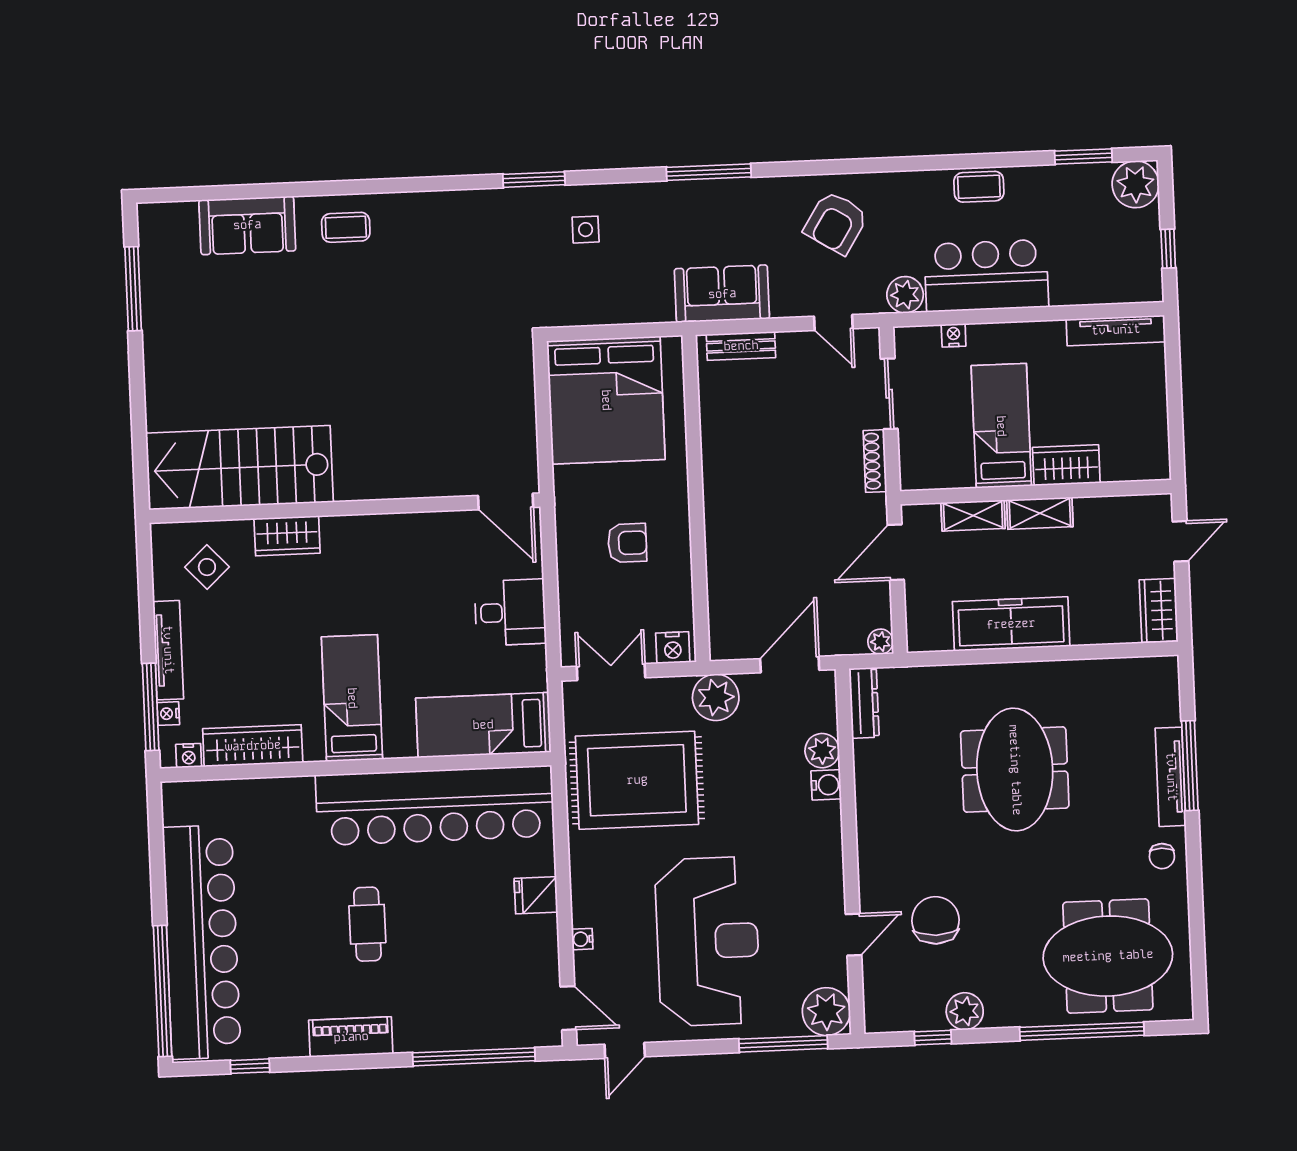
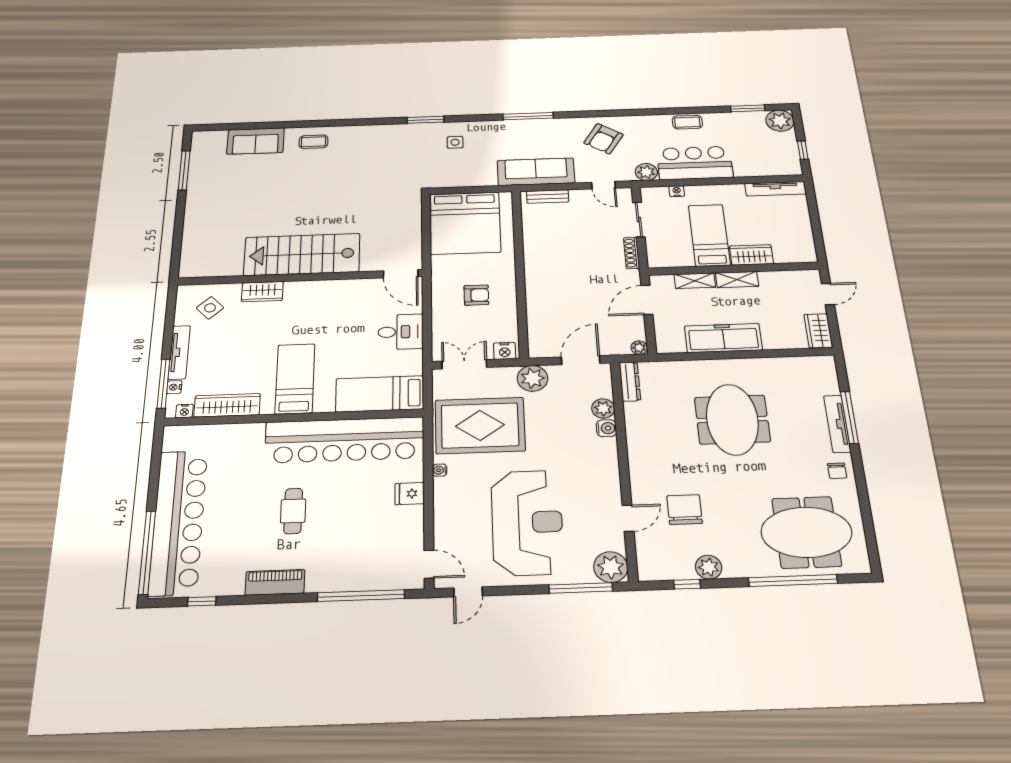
sofa: (722, 294) -> (536, 172), width x1.36
stairs: (239, 468) -> (302, 255), moved
water cooler: (582, 939) -> (440, 470), moved

